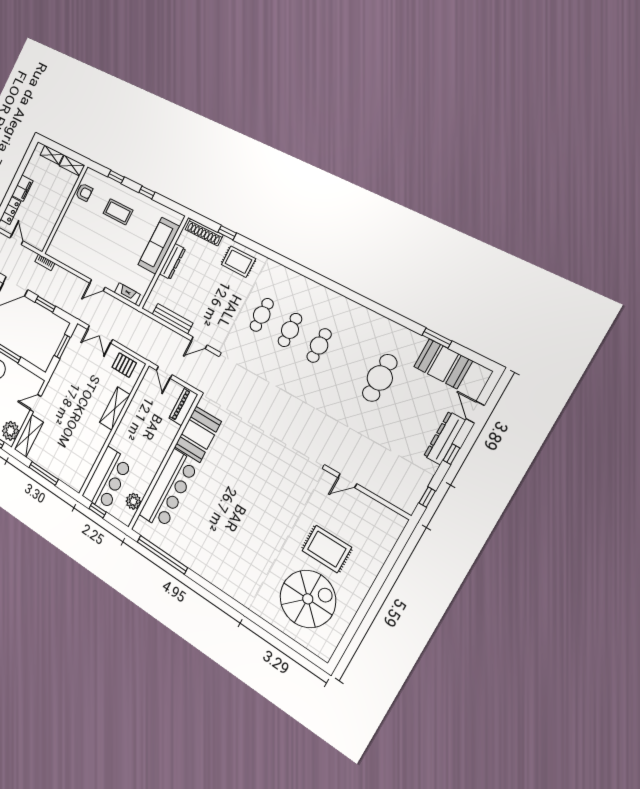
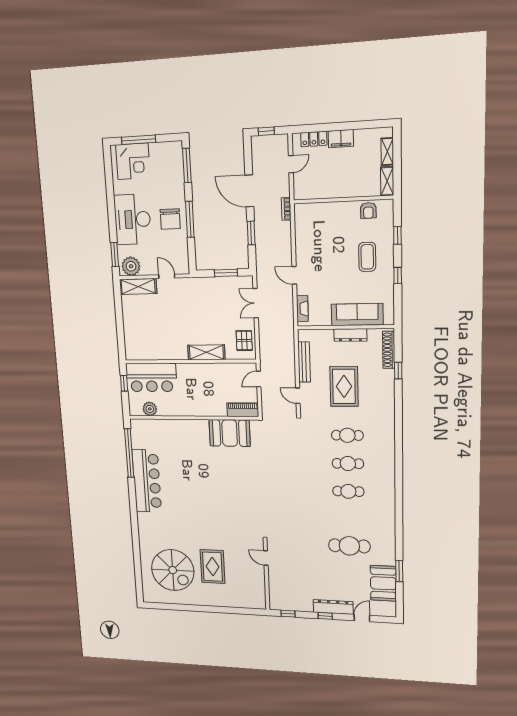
rug: (238, 262) -> (344, 386), moved, width x1.36, depth x1.43
window: (44, 473) -> (119, 319), removed
bar counter: (169, 489) -> (147, 481), moved, turned -90

